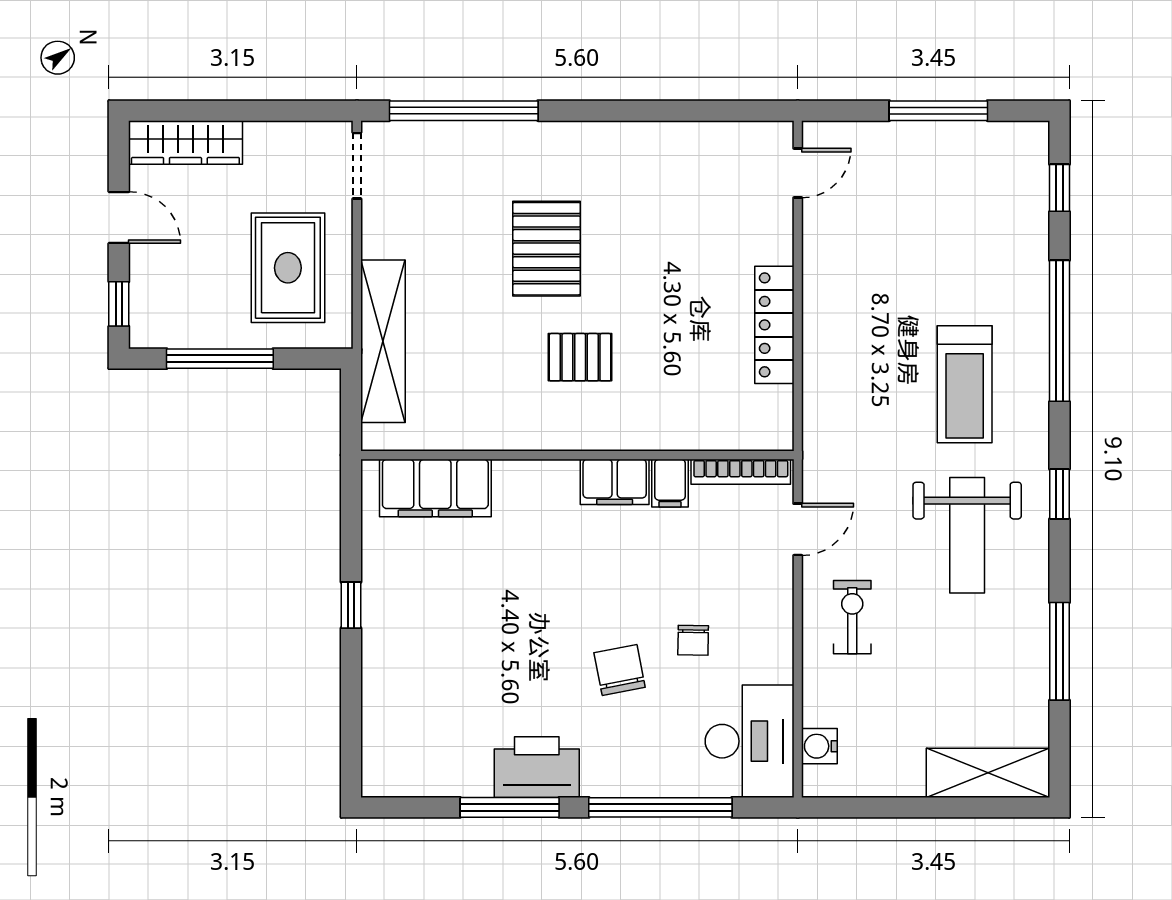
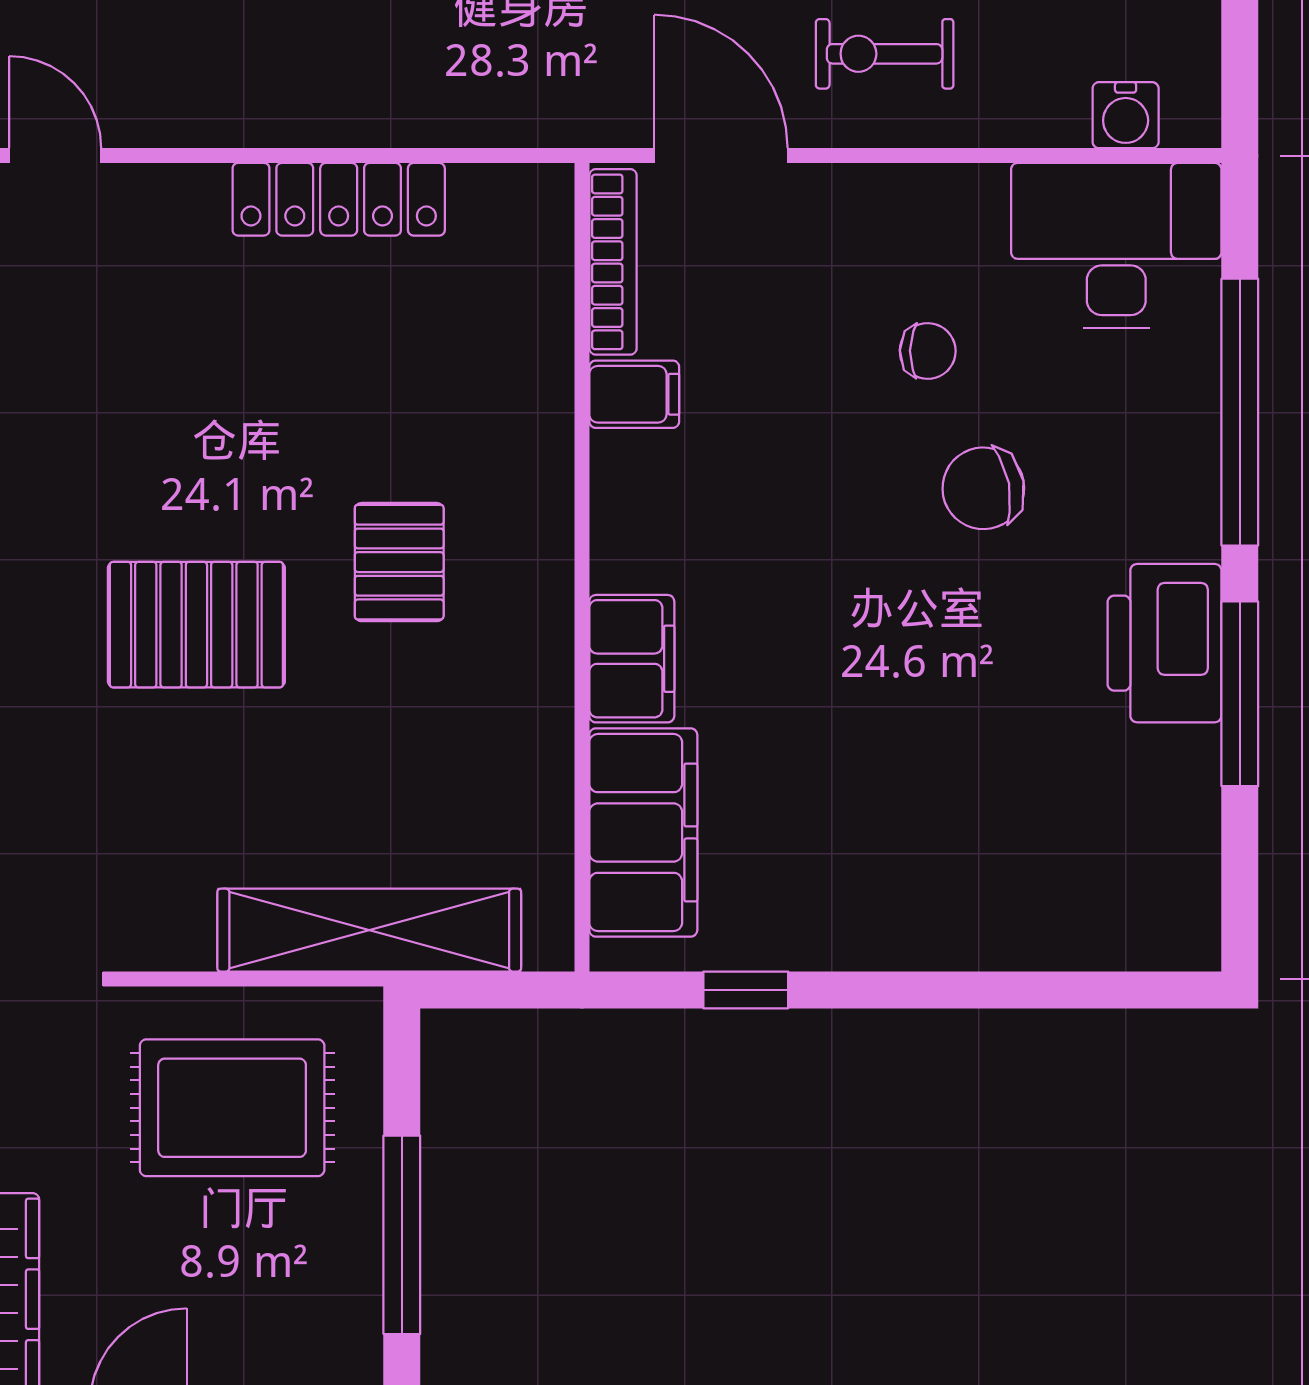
filing cabinet: (615, 482) -> (632, 659), moved
door: (798, 529) -> (721, 156), width x1.38
window: (351, 605) -> (746, 990), moved

